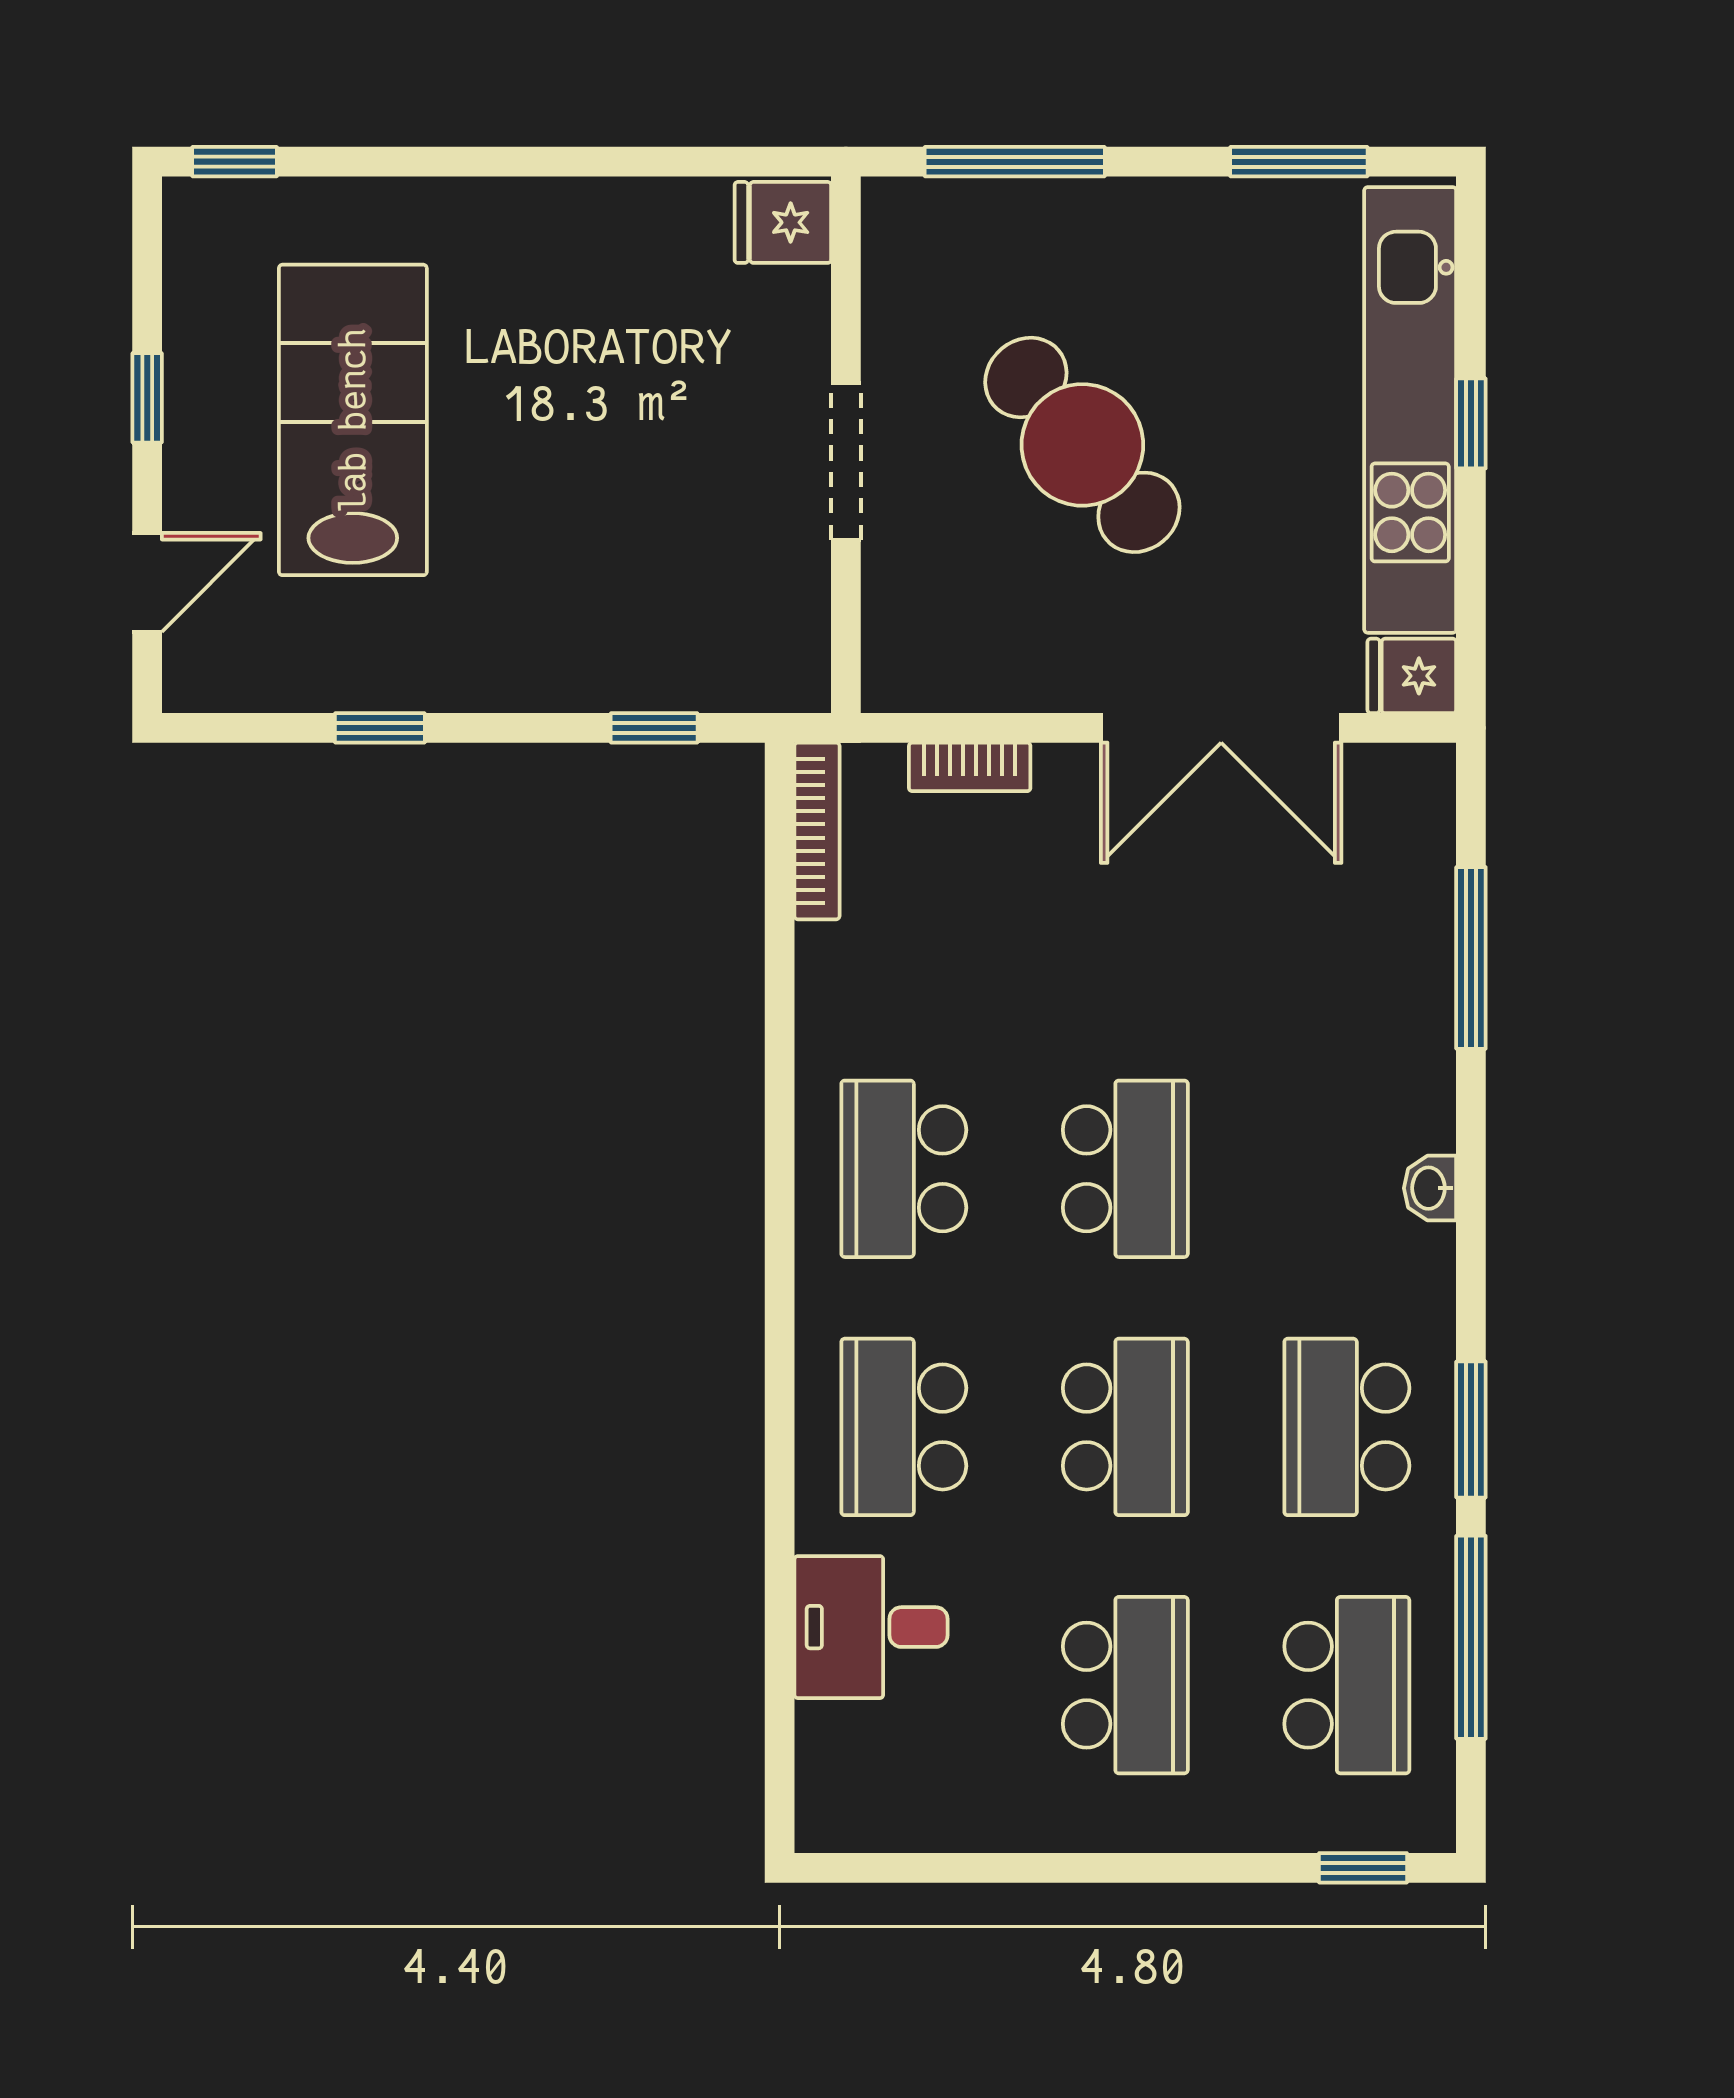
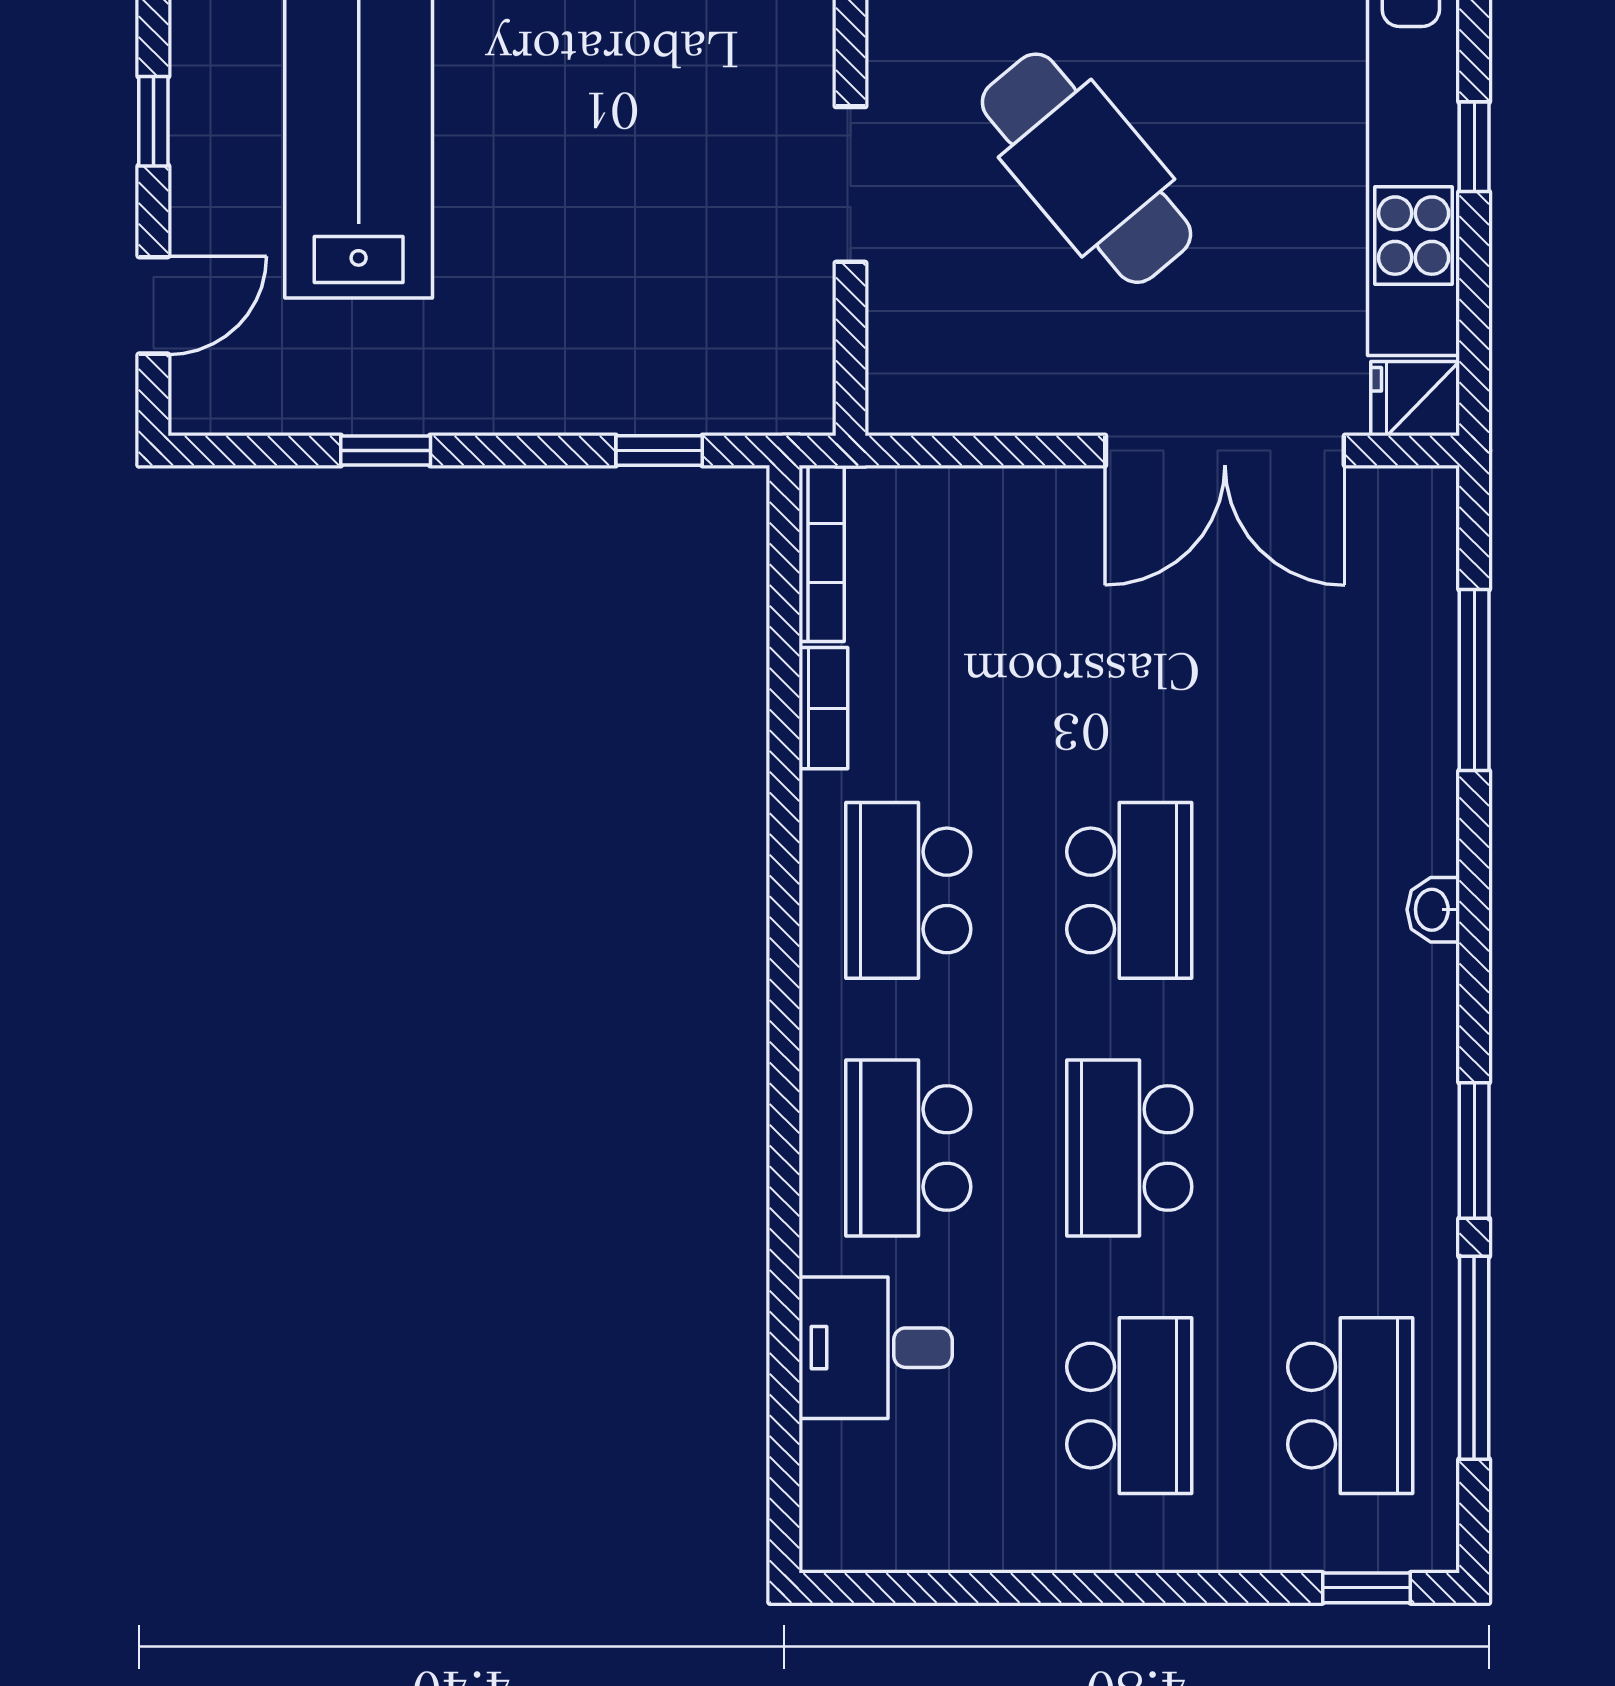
bookcase: (970, 767) -> (823, 708), moved, turned -90
school desk: (1125, 1427) -> (1129, 1148), turned 180
school desk: (1347, 1427) -> (1350, 1148), removed

